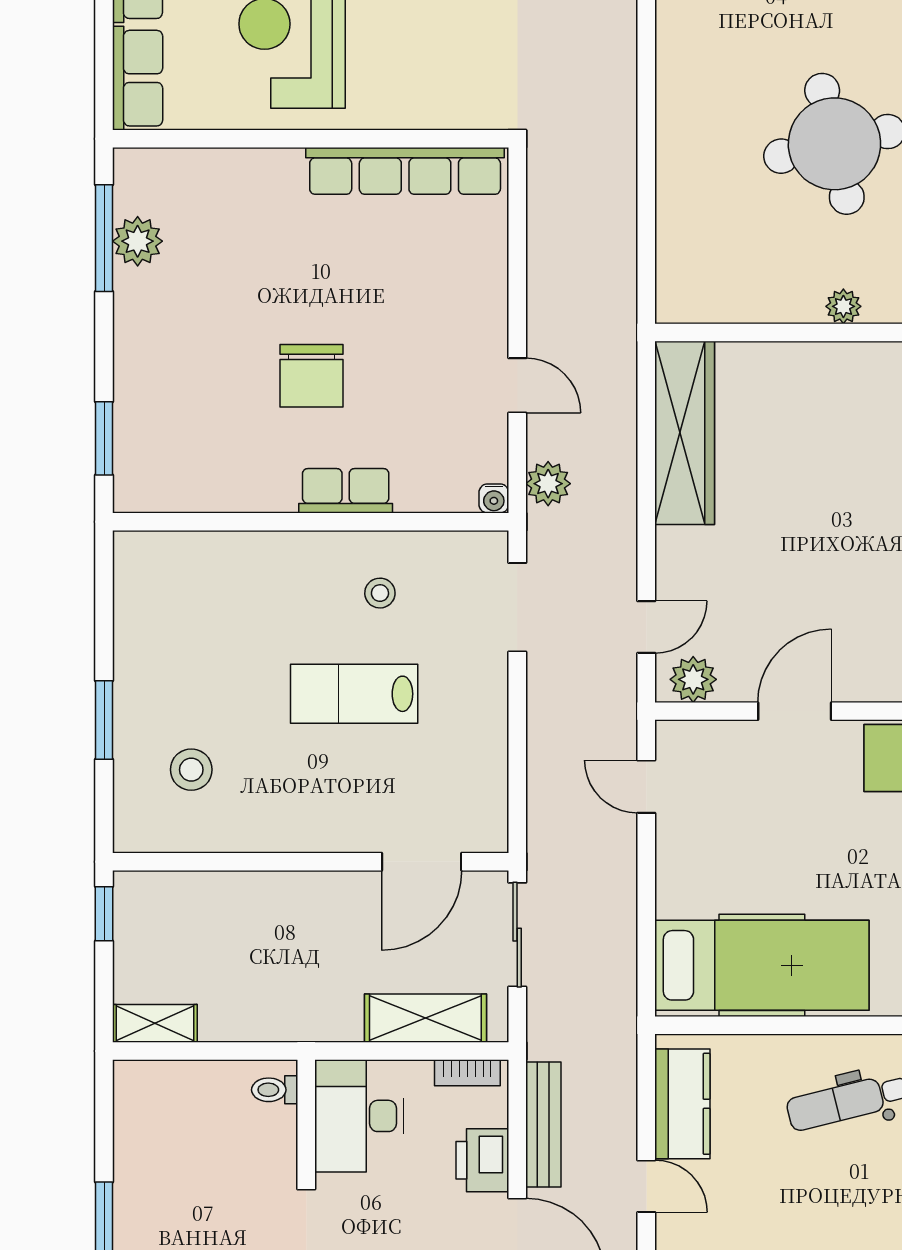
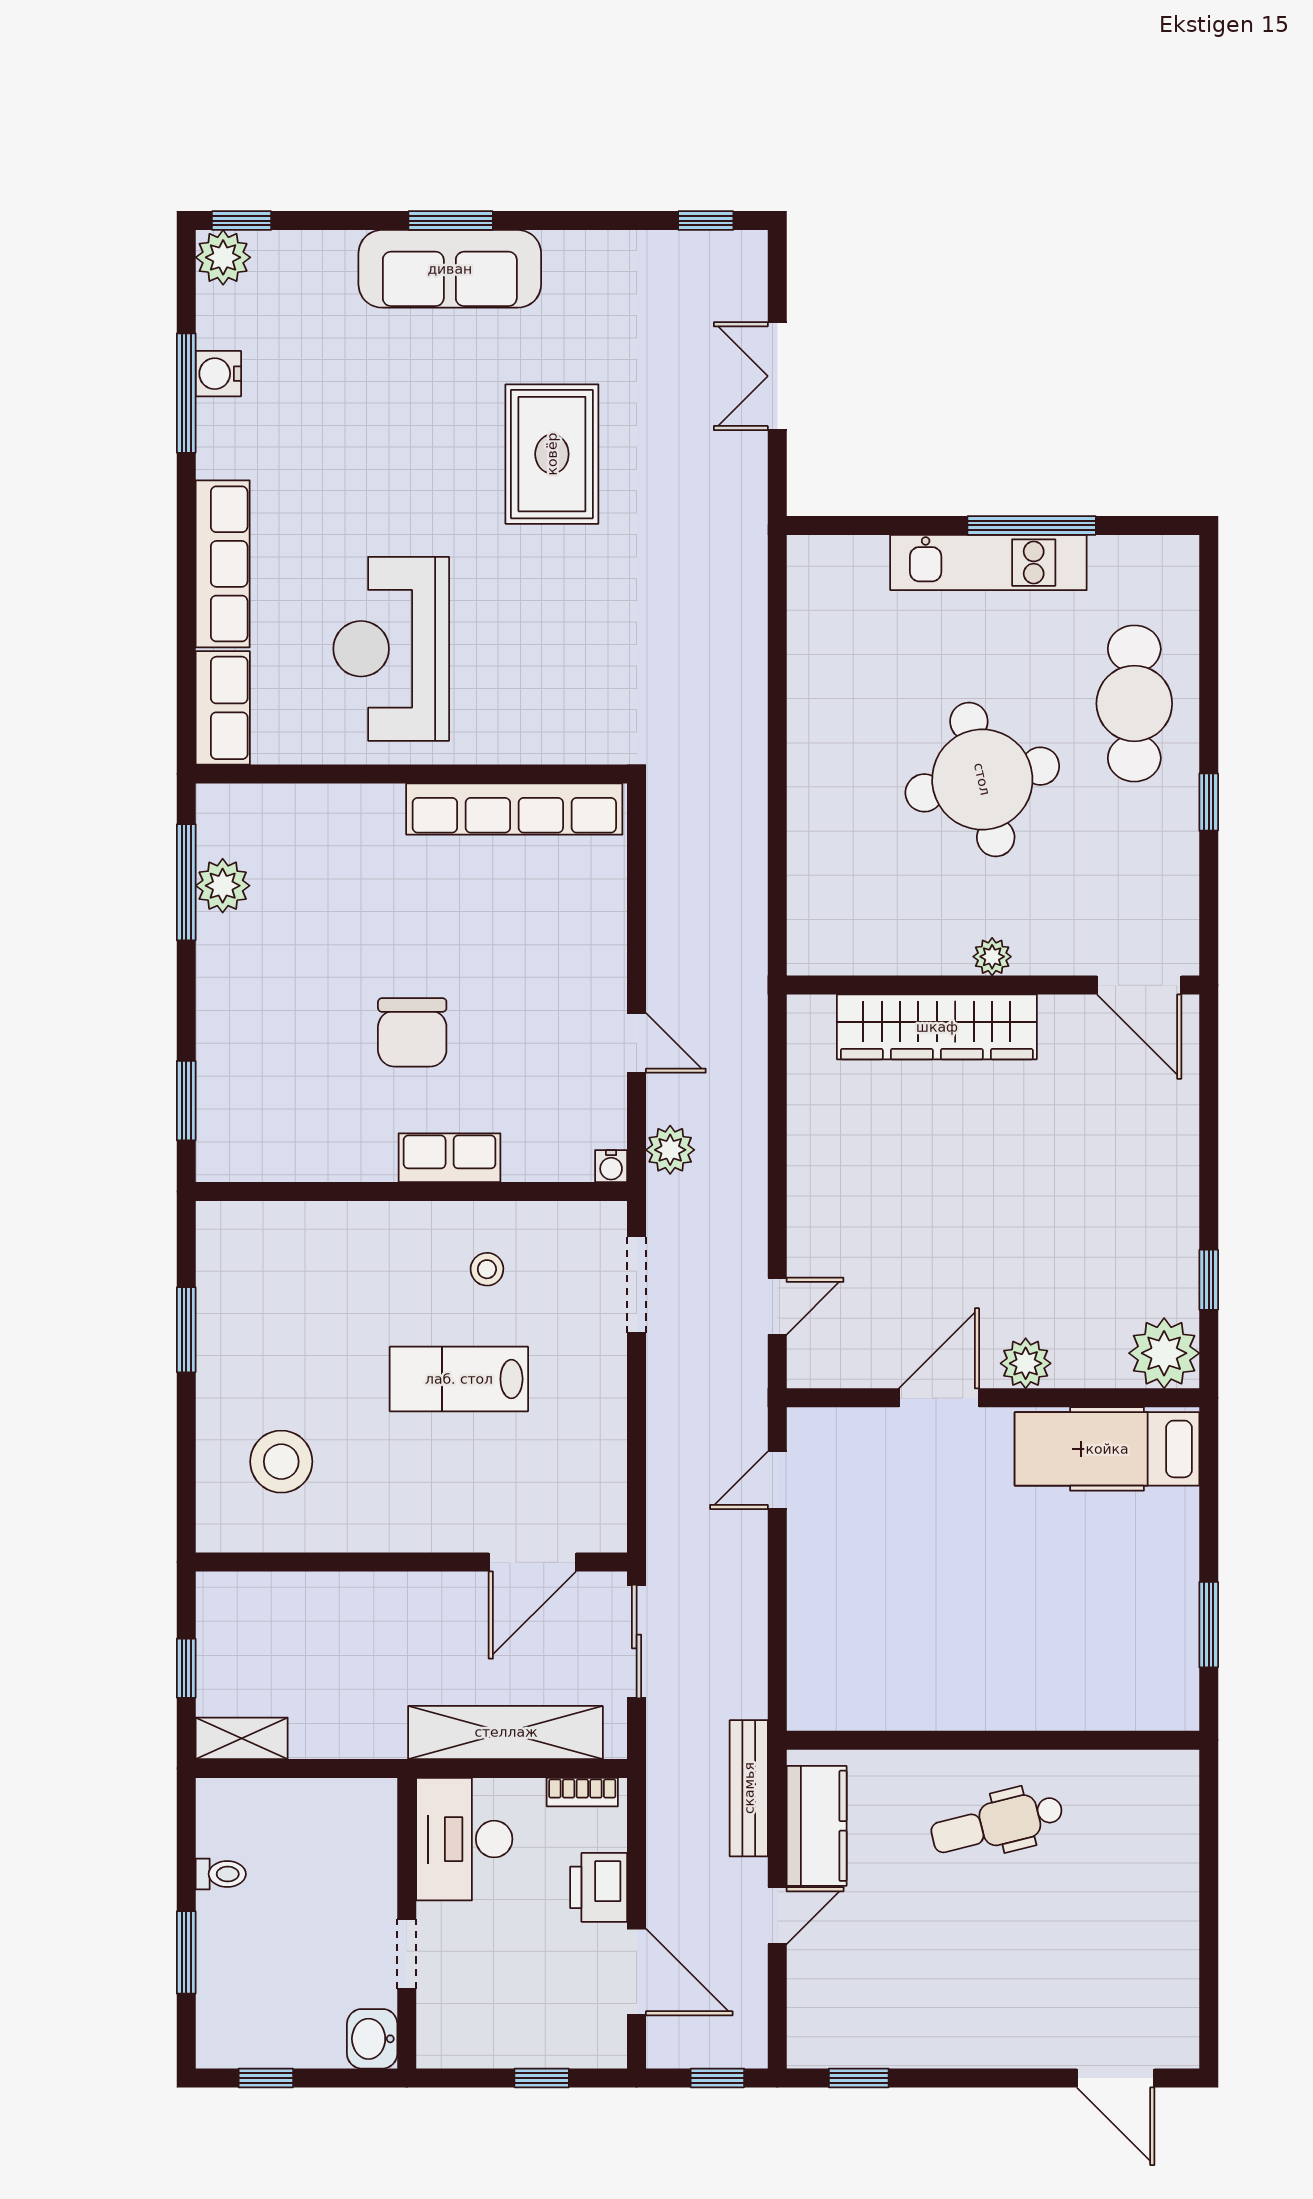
wardrobe: (685, 433) -> (937, 1027), moved, turned 90
plant: (693, 679) -> (1026, 1363), moved
window: (104, 720) -> (186, 1330), moved
stool: (191, 770) -> (281, 1462), width x1.38, depth x1.38
door: (646, 787) -> (777, 1480), hinge flipped
window: (104, 914) -> (186, 1668), moved
hospital bed: (762, 965) -> (903, 1675), removed
shelving: (425, 1018) -> (506, 1732), width x1.47
toilet: (275, 1090) -> (221, 1874), moved, turned 180
bench: (543, 1125) -> (749, 1788), moved
door: (646, 1186) -> (777, 1916), hinge flipped

